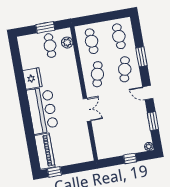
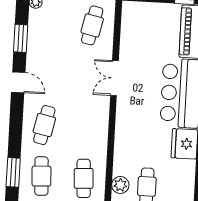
window: (141, 57) -> (13, 172), moved
cafe table: (97, 74) -> (92, 25), moved

